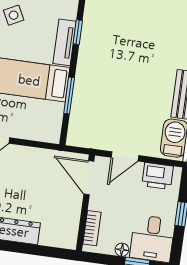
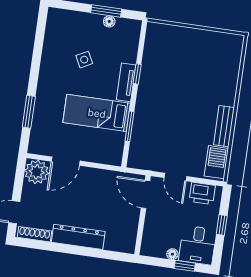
door: (125, 156) -> (175, 177), hinge flipped
bookcase: (92, 228) -> (148, 236), removed

